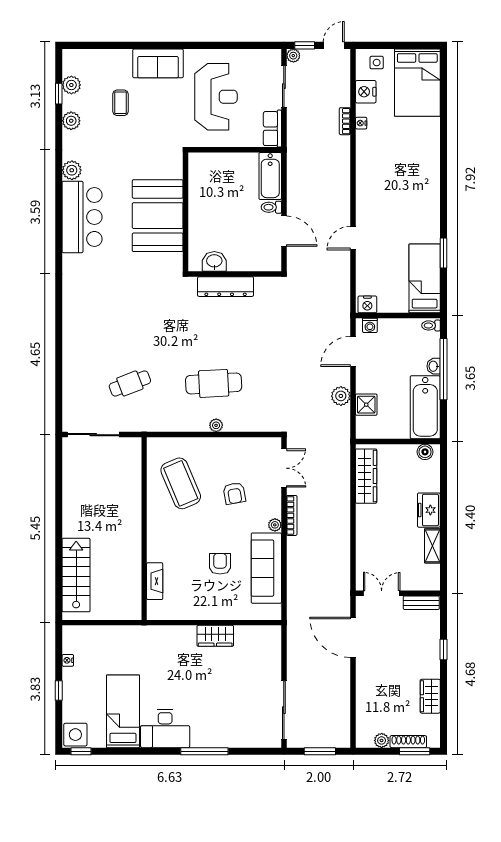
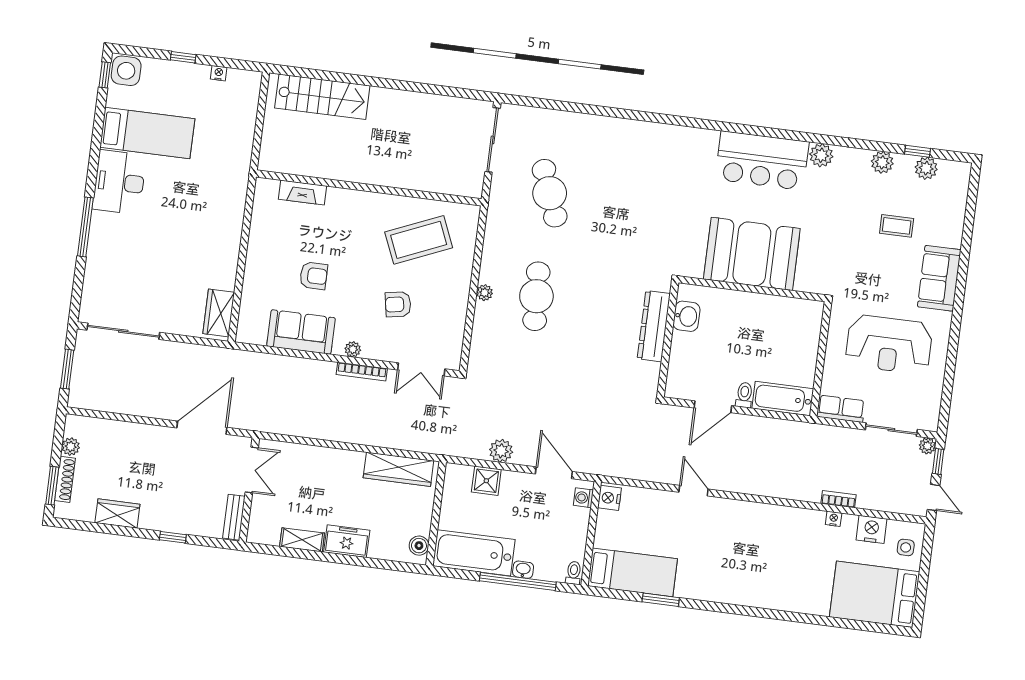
cafe table: (130, 383) -> (550, 193), width x1.37, depth x1.35
sofa: (266, 568) -> (301, 332), width x0.73
wardrobe: (215, 636) -> (219, 313), moved

